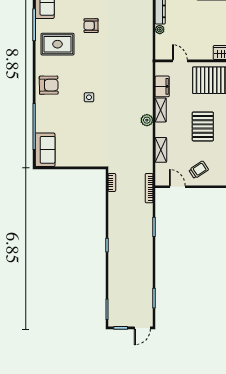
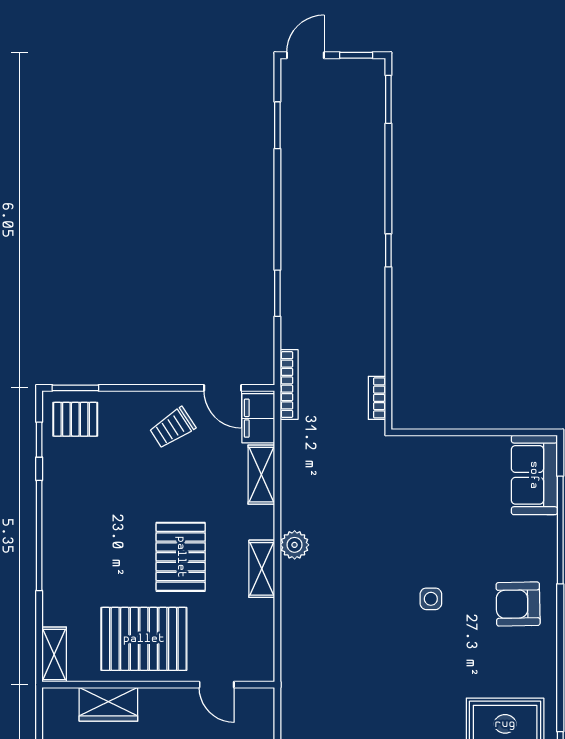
armchair: (49, 85) -> (518, 604), moved
filing cabinet: (162, 86) -> (258, 418), moved
pallet: (203, 126) -> (181, 557), moved

